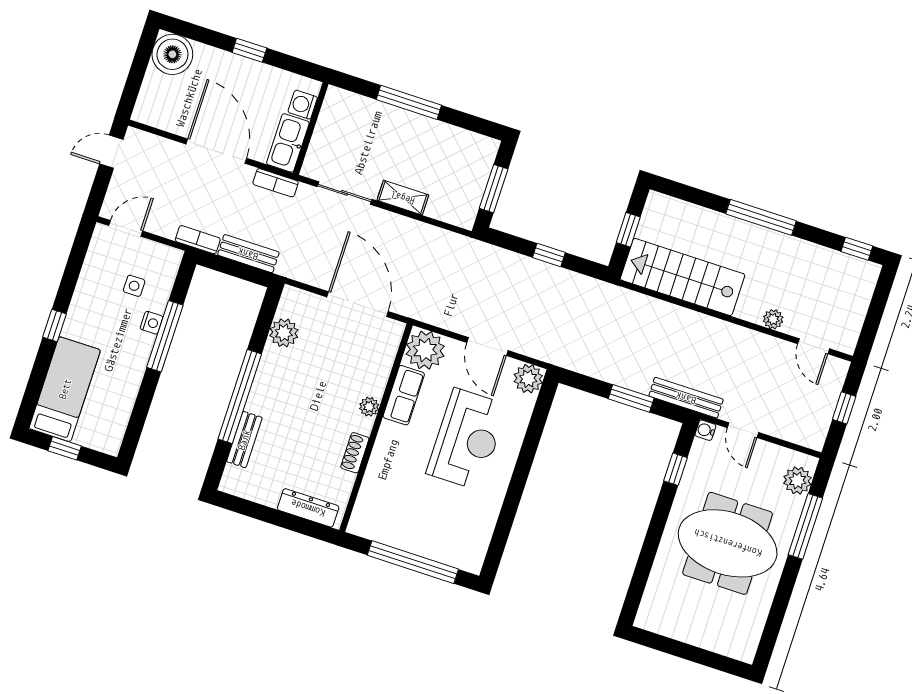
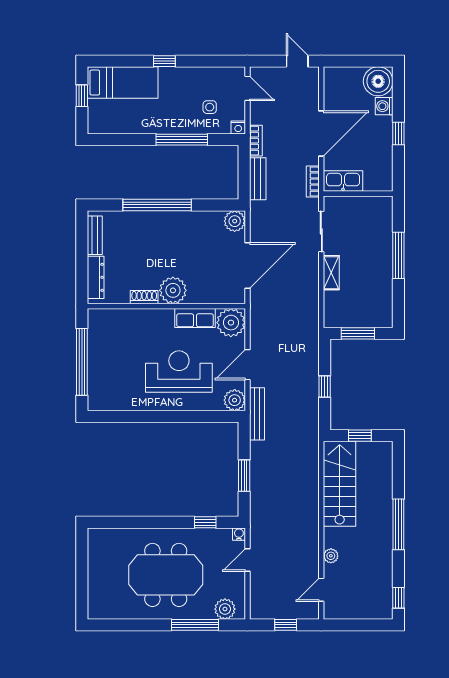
washing machine: (303, 105) -> (384, 106), moved, turned -90
nightstand: (152, 323) -> (238, 127), moved
plant: (284, 333) -> (235, 221), moved
bench: (686, 398) -> (257, 414), moved
plant: (369, 407) -> (173, 290), width x1.88, depth x1.88
reception desk: (467, 439) -> (179, 372), turned 180
bench: (244, 440) -> (95, 235), moved, turned 90
meeting table: (728, 543) -> (166, 575), turned 90

